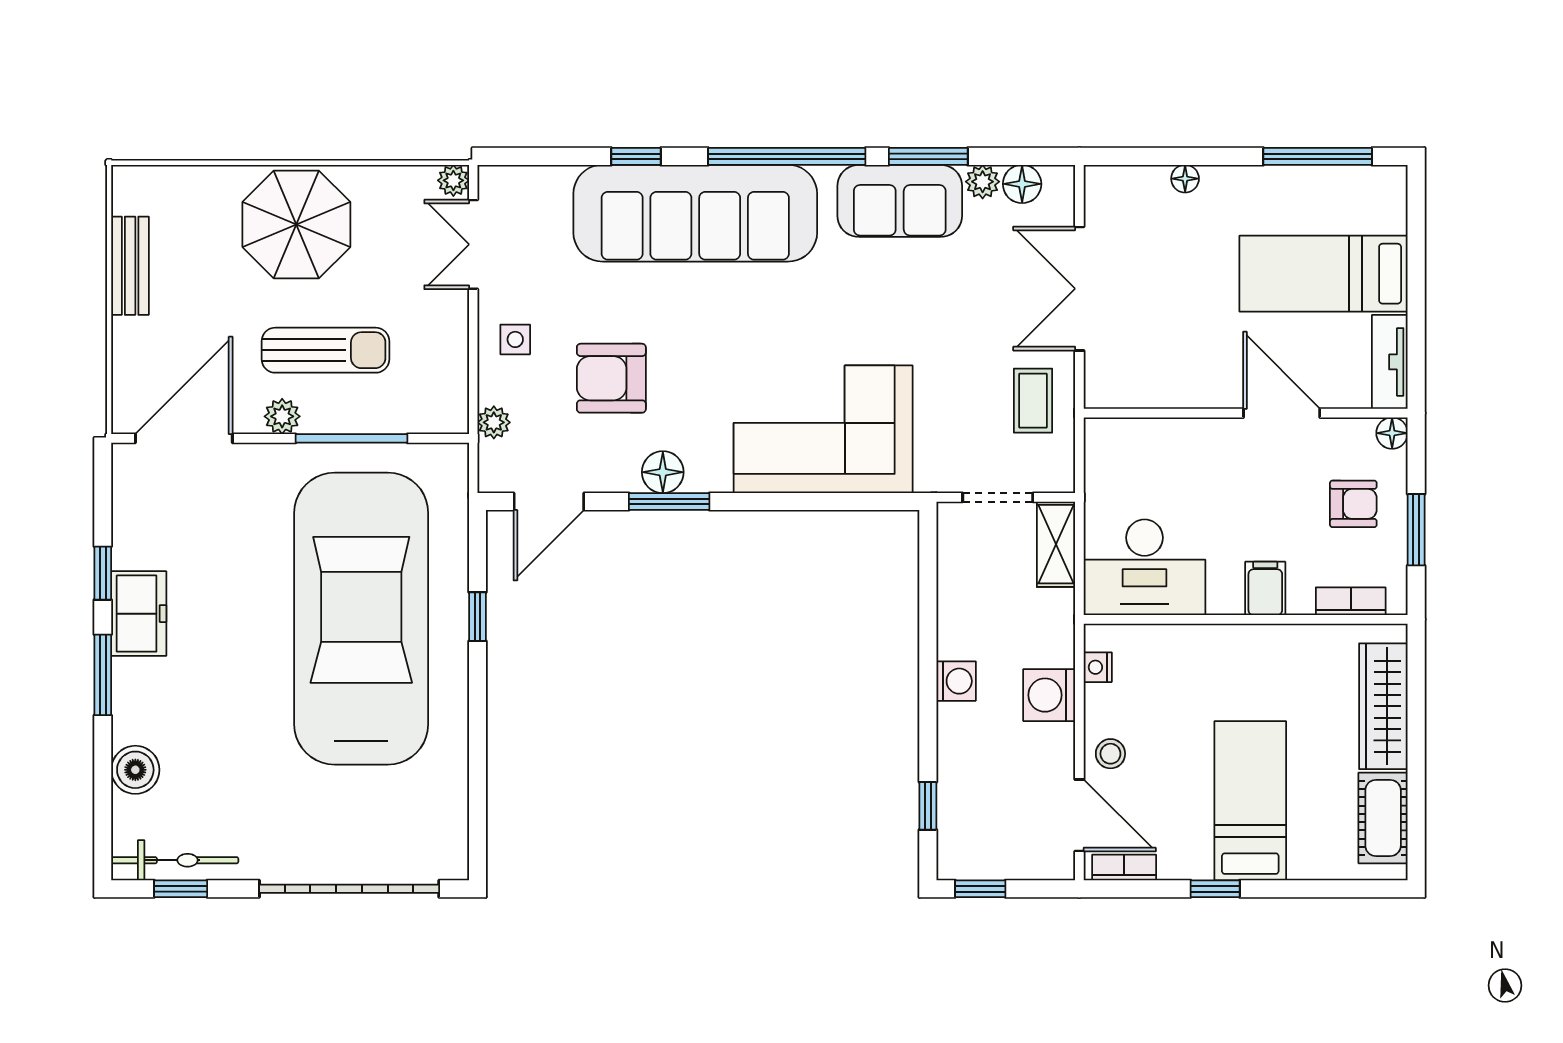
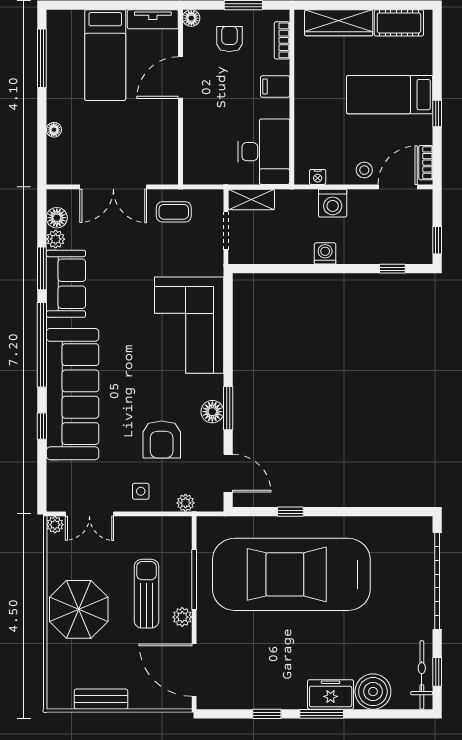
freezer: (139, 614) -> (331, 694), moved
boiler: (135, 770) -> (373, 692), width x1.37, depth x1.37

